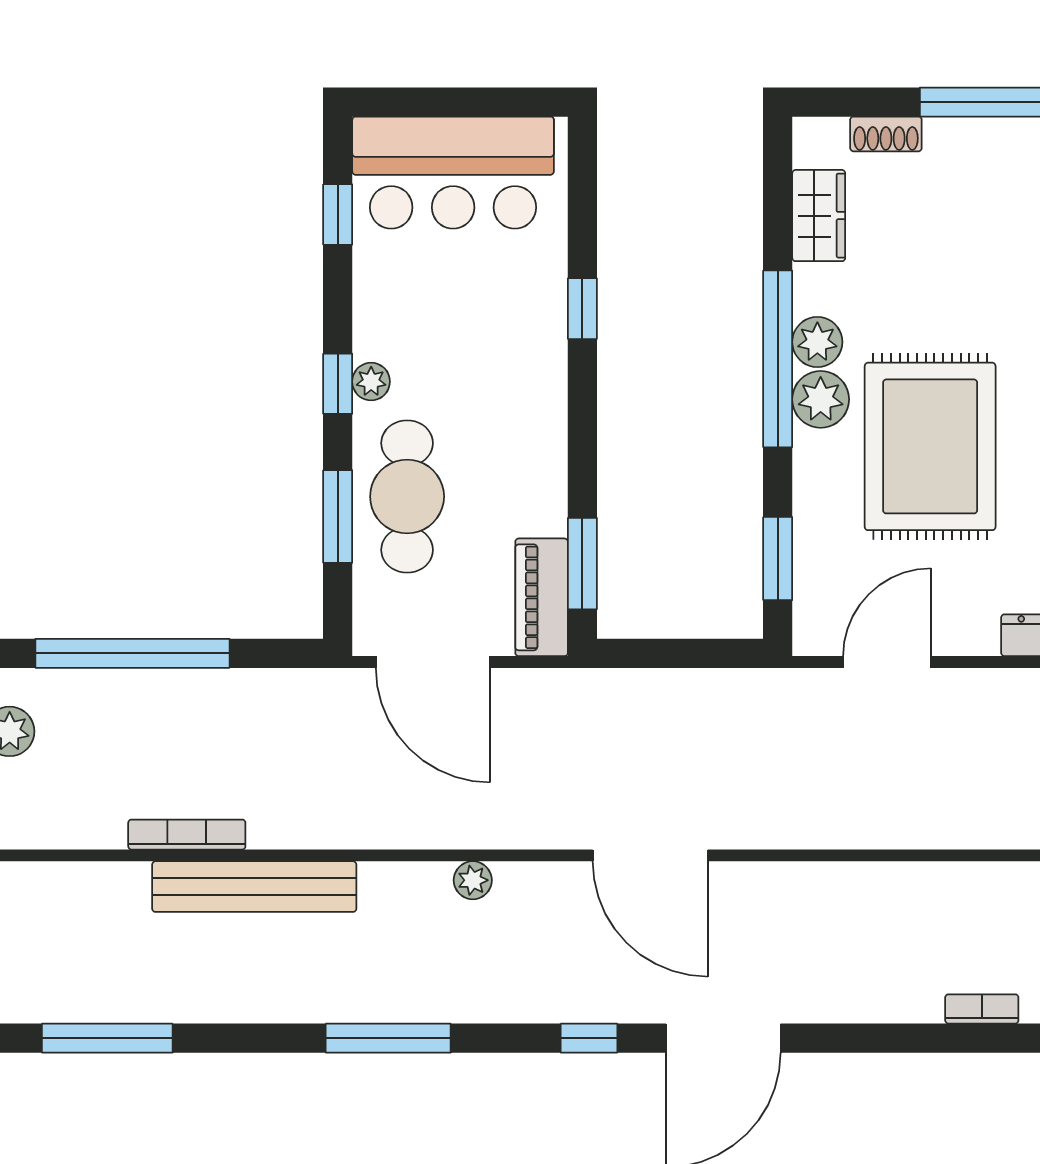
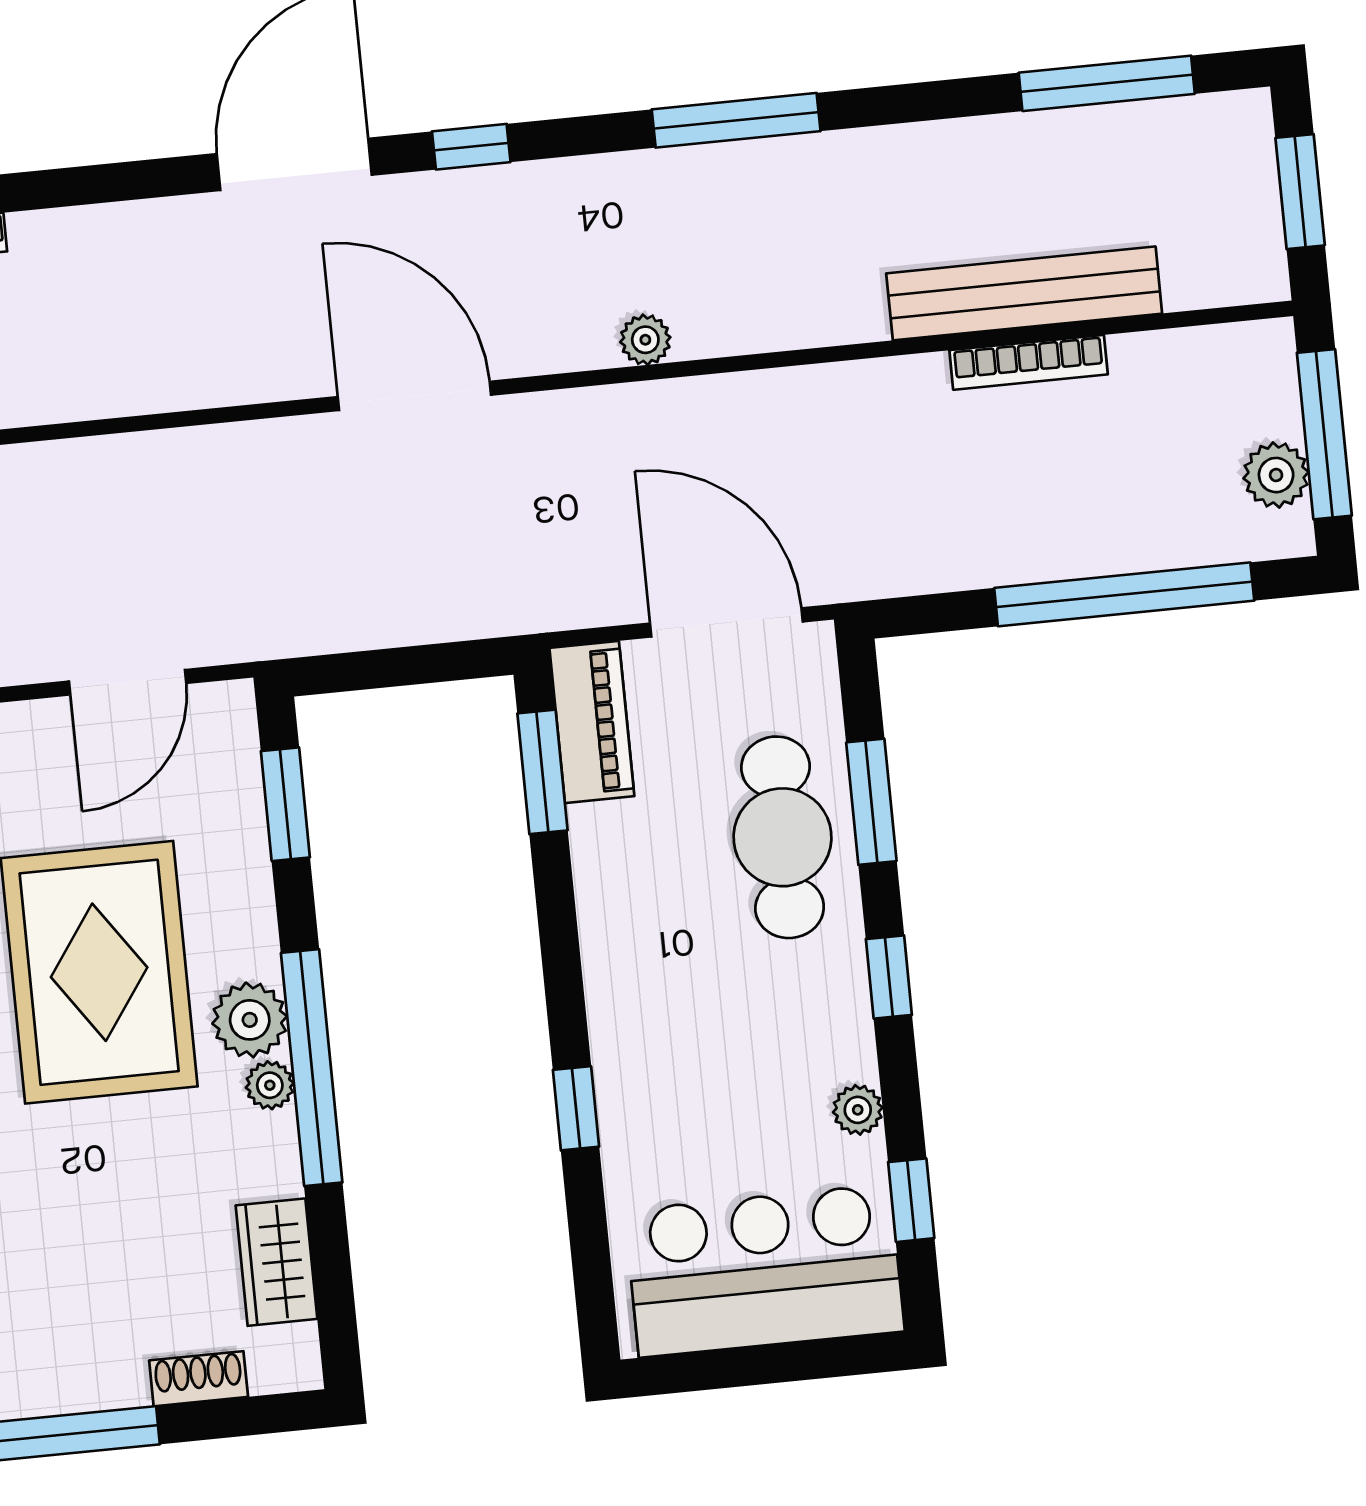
plant: (817, 342) -> (270, 1085), width x0.73, depth x0.73
plant: (371, 382) -> (858, 1110), moved
bench: (254, 887) -> (1024, 293), moved

